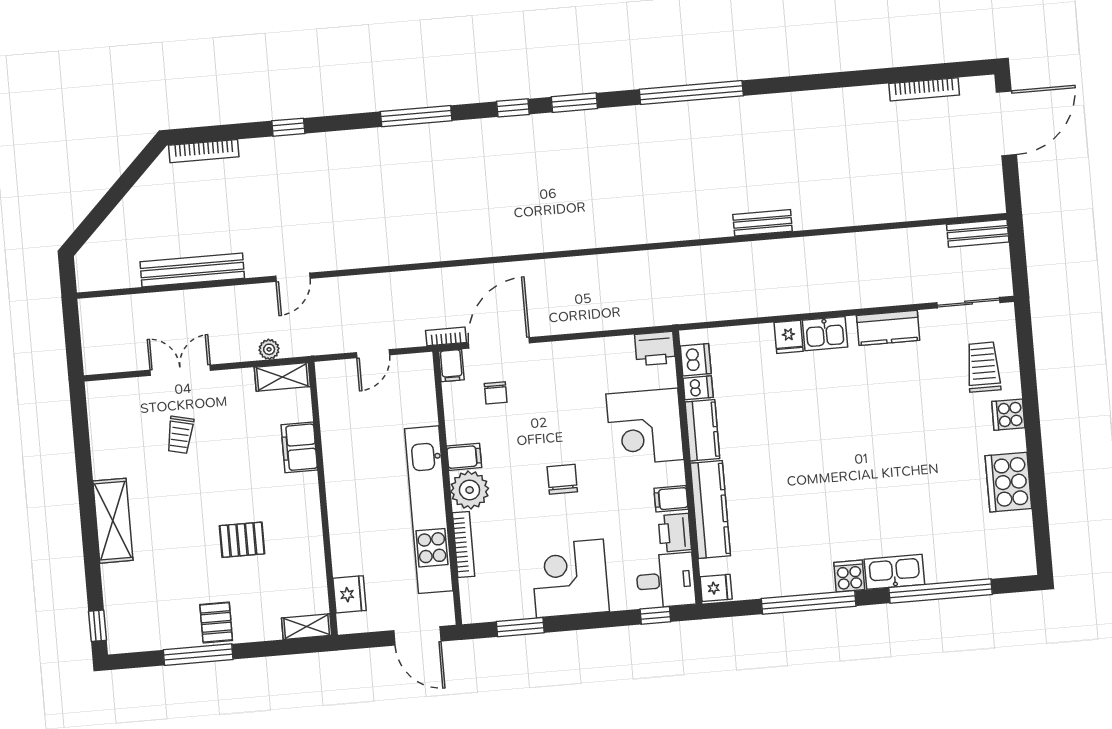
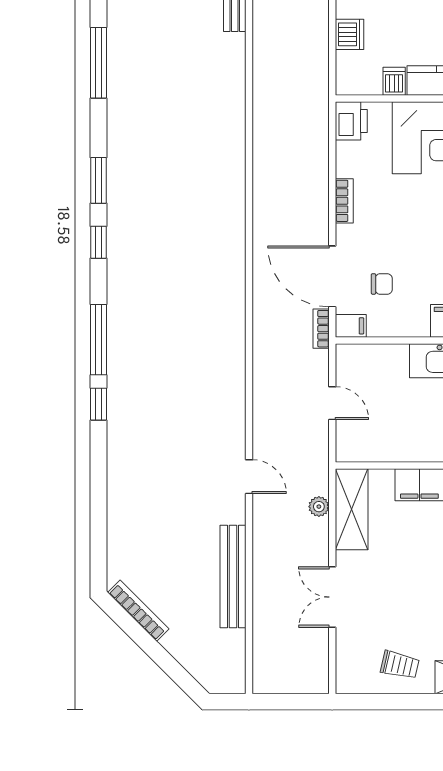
window: (691, 93) -> (99, 63), width x0.68
window: (288, 127) -> (99, 404), moved
bookcase: (204, 151) -> (138, 611), moved, turned -45
bookcase: (575, 348) -> (344, 201), added
dishwasher: (696, 360) -> (349, 34), moved, turned 90
shelving: (282, 377) -> (352, 509), width x1.50, depth x1.33
trolley: (180, 435) -> (400, 665), moved

